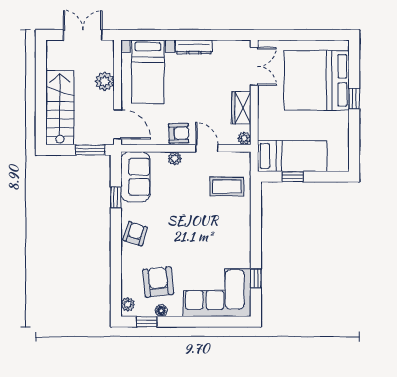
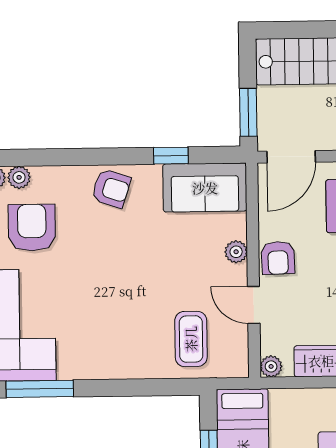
door: (207, 148) -> (254, 305), swing flipped
window: (256, 278) -> (40, 389), width x2.17
armchair: (158, 282) -> (32, 228), turned -84
plant: (128, 289) -> (19, 177), added

